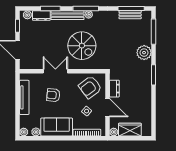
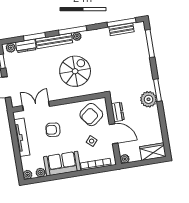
spiral stairs: (82, 46) -> (75, 71), turned -90
plant: (144, 53) -> (149, 99), moved
double door: (55, 71) -> (36, 106), moved
wardrobe: (130, 130) -> (153, 152), moved

